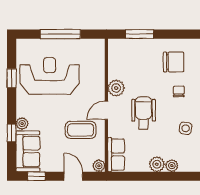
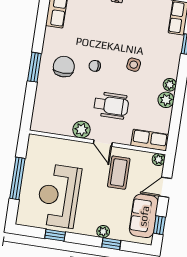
window: (139, 34) -> (34, 67), moved
wheelchair: (144, 113) -> (111, 105), turned 180
sofa: (28, 151) -> (144, 216), moved, turned -90

